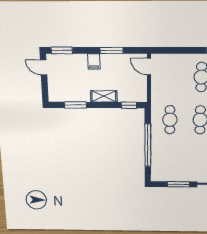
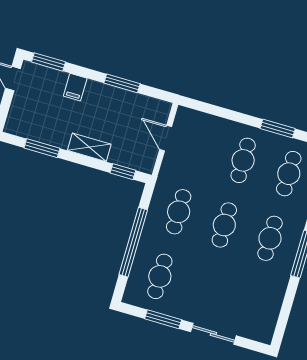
filing cabinet: (94, 61) -> (75, 87), moved
door: (149, 67) -> (166, 138), moved
cafe table: (169, 161) -> (160, 276), added

